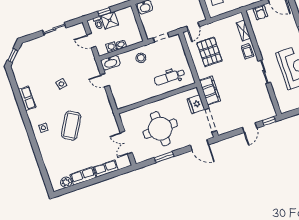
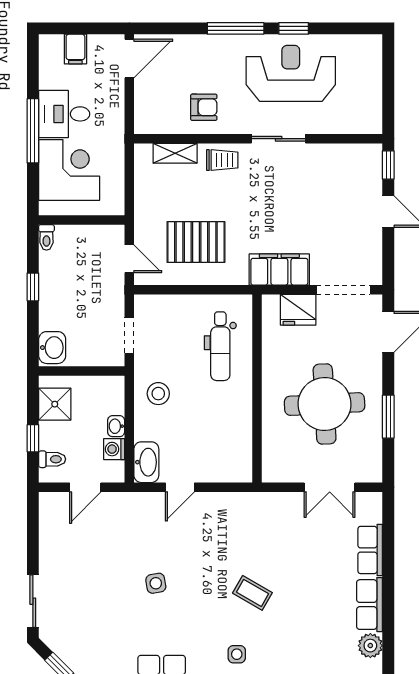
armchair: (260, 13) -> (204, 107), moved
shower: (110, 20) -> (55, 404), moved
sliding door: (54, 29) -> (33, 601), moved
coffee table: (71, 126) -> (252, 593), width x0.54, depth x0.58

